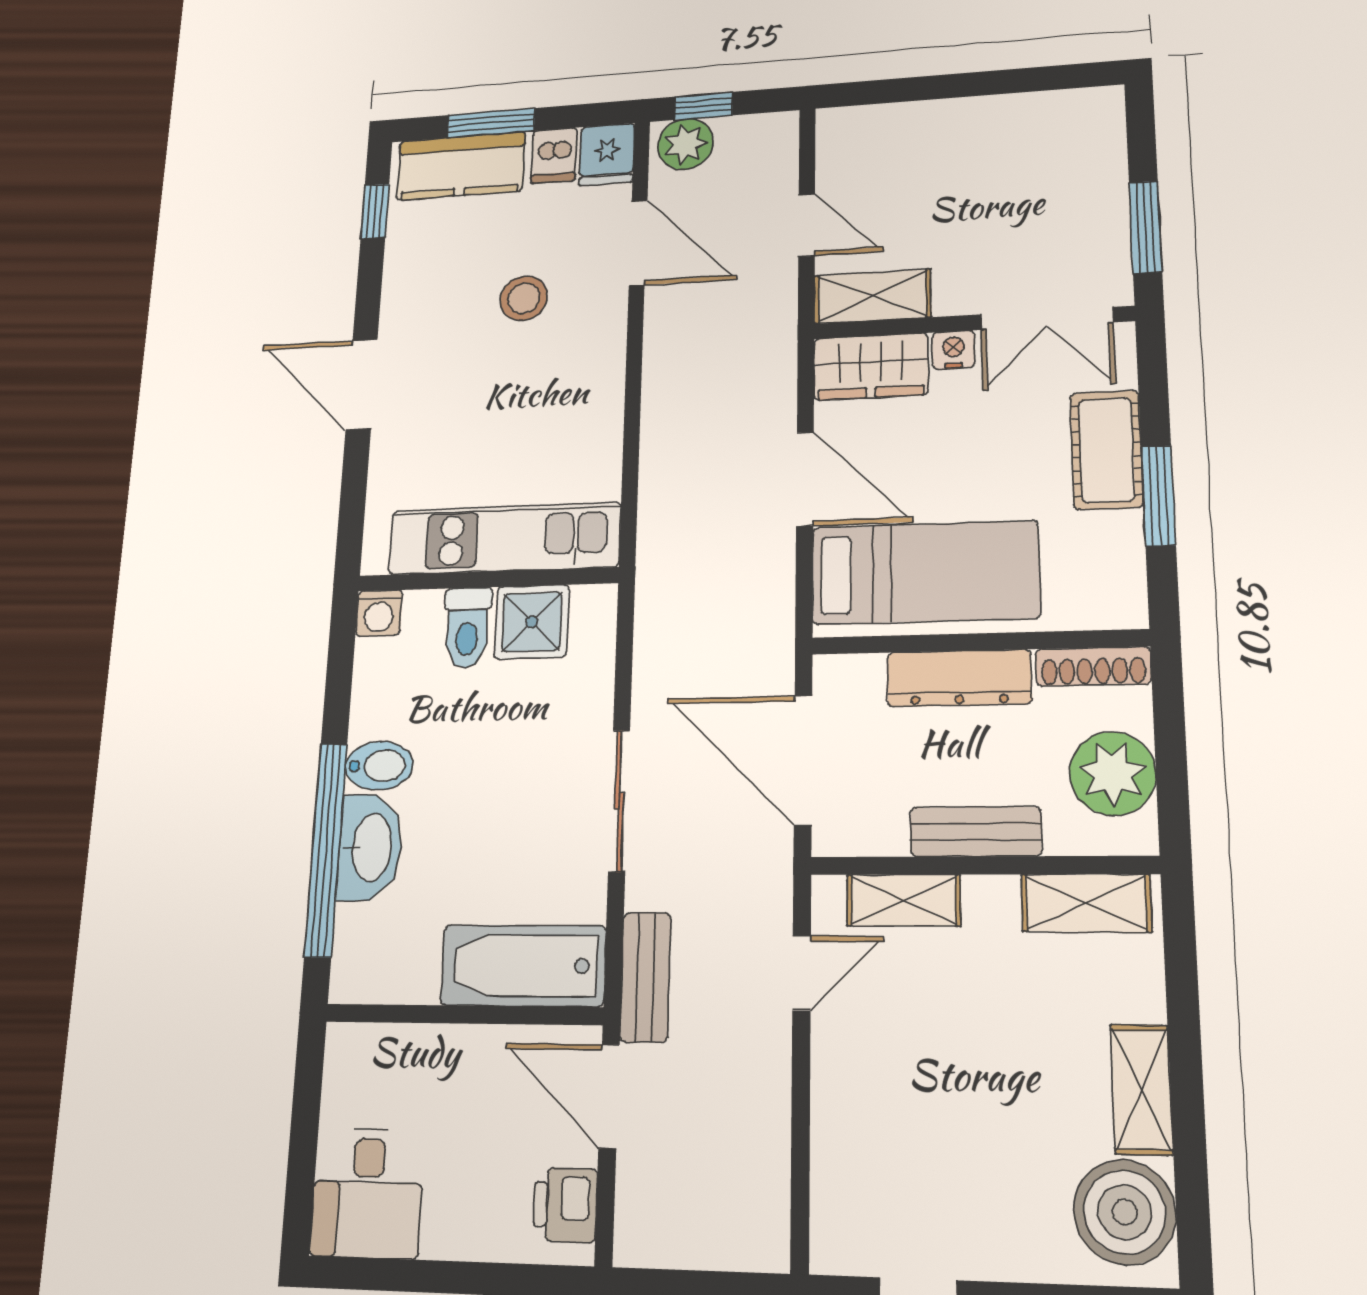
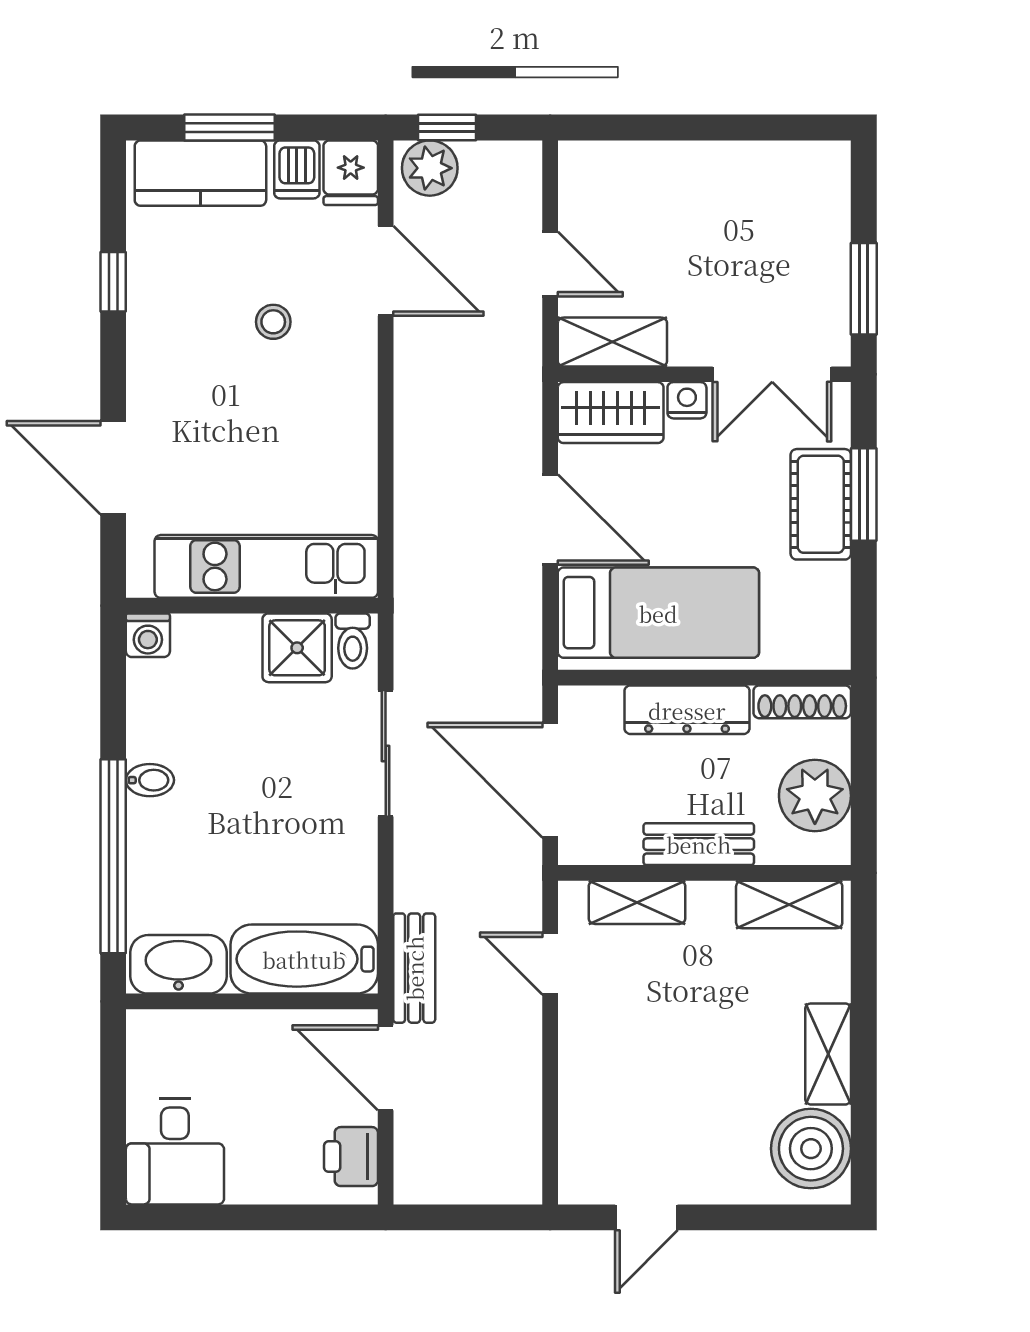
window: (375, 211) -> (113, 282), moved
stool: (524, 298) -> (273, 322), width x0.73, depth x0.73
door: (362, 384) -> (113, 468), moved
window: (1158, 496) -> (864, 495), moved
toilet: (467, 628) -> (353, 641), moved, width x0.73, depth x0.72
bidet: (379, 766) -> (150, 780), width x0.72, depth x0.74
sliding door: (619, 801) -> (386, 753), moved
washbasin: (370, 847) -> (179, 964), moved, turned -90
door: (802, 973) -> (550, 964), swing flipped

